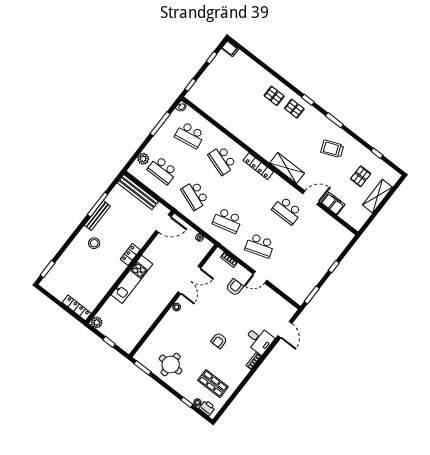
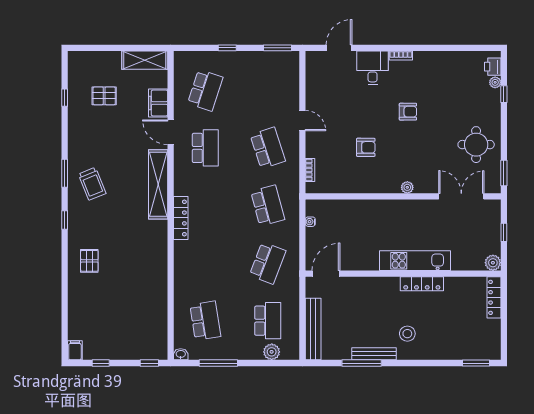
pallet: (294, 109) -> (86, 227), removed
trolley: (332, 149) -> (92, 184), moved
school desk: (222, 160) -> (205, 90), moved
shelving: (287, 168) -> (158, 184), width x1.47
shelving: (377, 196) -> (145, 60), moved
door: (163, 224) -> (326, 274), hinge flipped
locker: (130, 255) -> (422, 284), moved, width x1.53
double door: (189, 280) -> (461, 196), moved
armchair: (235, 287) -> (366, 147), moved, turned 180
shop shelf: (213, 384) -> (461, 81), removed

